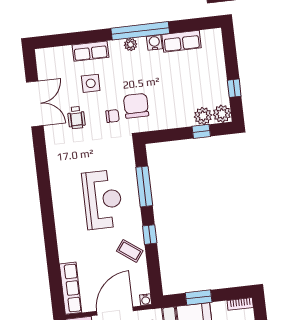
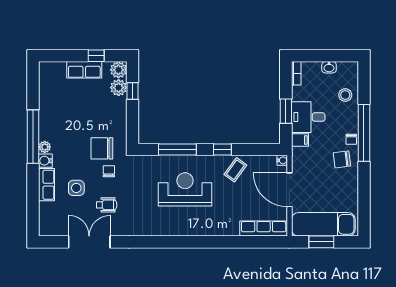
row of seats: (182, 41) -> (84, 70), moved, turned 90
water cooler: (154, 43) -> (45, 161), moved

